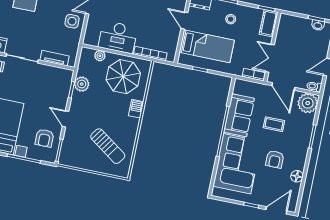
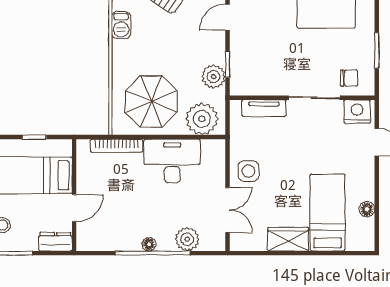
door: (184, 21) -> (74, 208), hinge flipped
plant: (100, 56) -> (202, 119), width x1.87, depth x1.87
barbecue: (136, 109) -> (121, 25), moved
door: (66, 119) -> (227, 17), swing flipped

